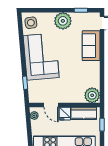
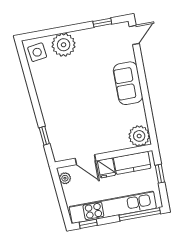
plant: (63, 21) -> (64, 45), moved
sofa: (91, 46) -> (128, 83), moved
corner sofa: (41, 57) -> (60, 96), removed

